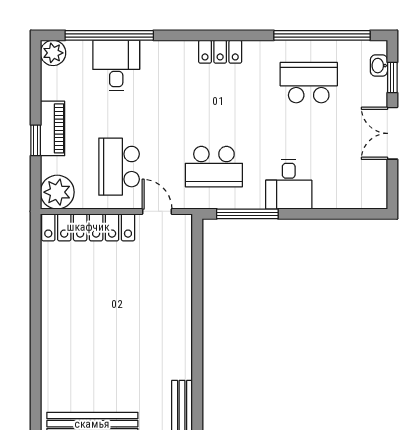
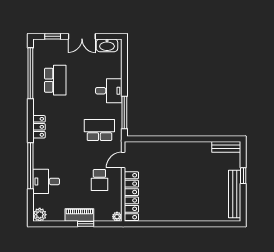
window: (109, 35) -> (30, 166), moved
washbasin: (379, 66) -> (107, 45), moved, width x1.91, depth x1.45
school desk: (309, 83) -> (55, 80), turned 180
school desk: (119, 167) -> (99, 180), width x0.54
school desk: (214, 167) -> (99, 130), turned -90
plant: (57, 192) -> (117, 217), width x0.53, depth x0.53

